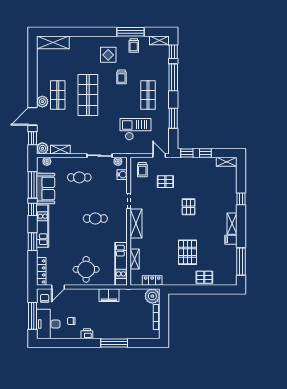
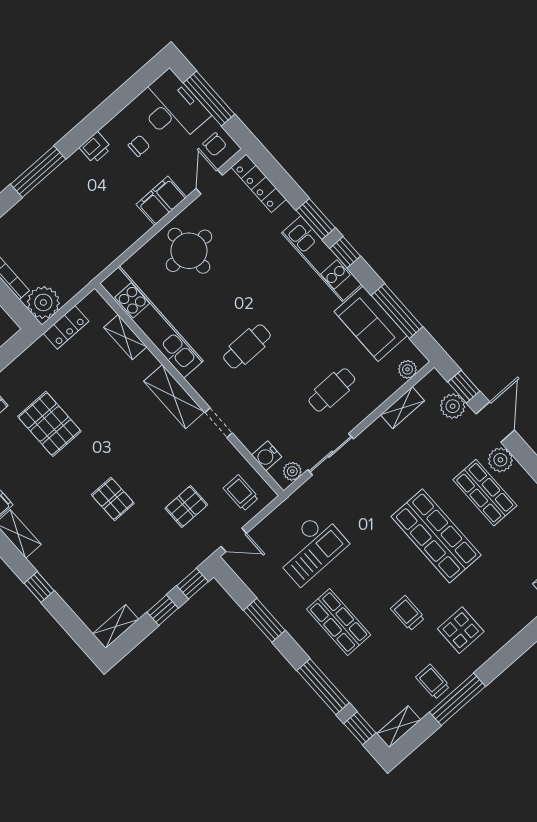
plant: (42, 148) -> (453, 406), moved
window: (33, 209) -> (345, 252), moved
kitchen unit: (121, 264) -> (152, 322), width x1.36
filing cabinet: (109, 295) -> (161, 201), moved

